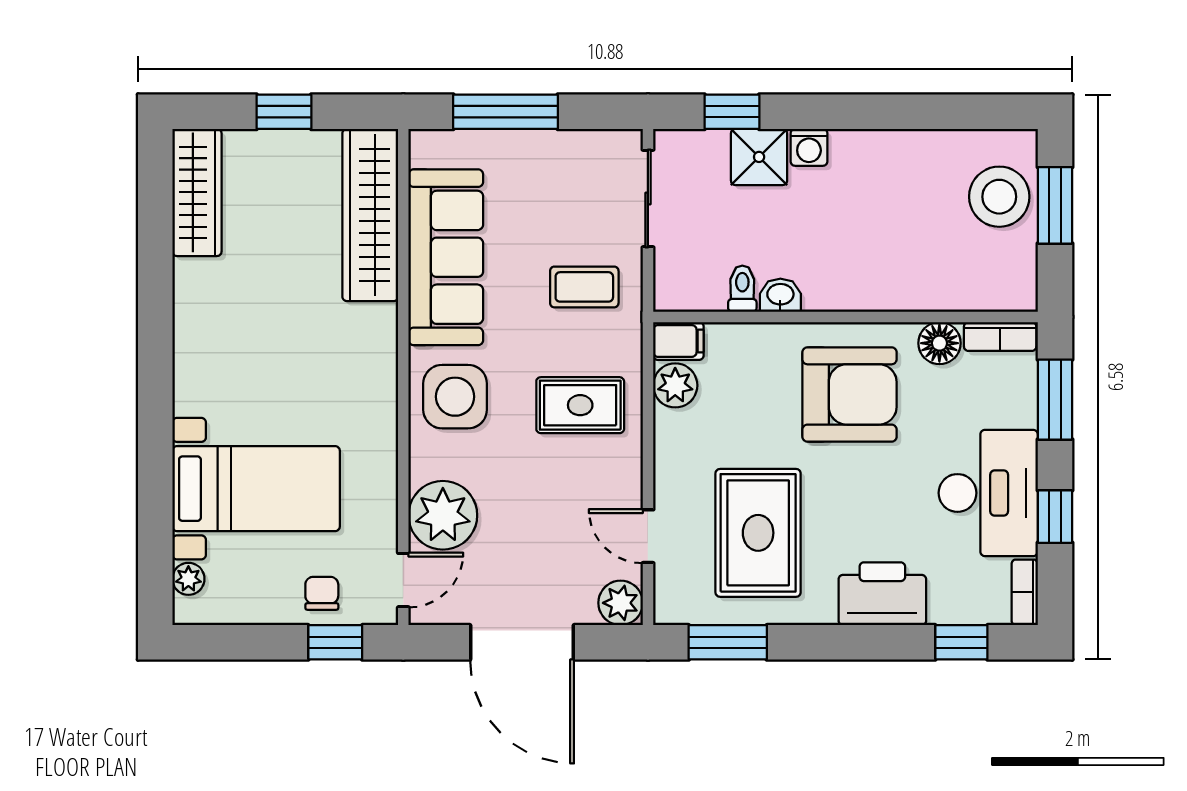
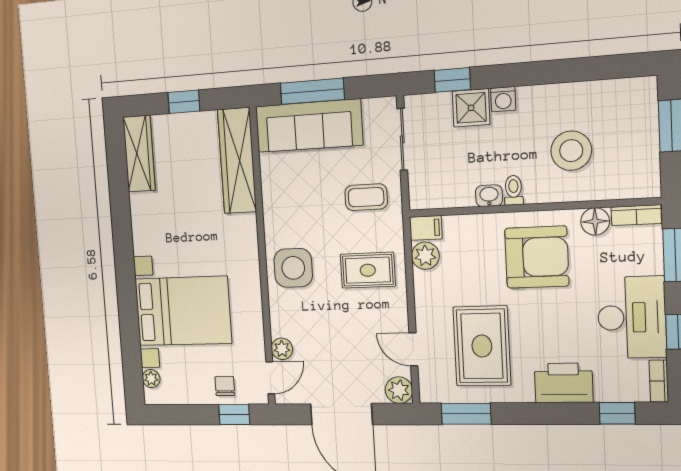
stool: (999, 197) -> (571, 151), moved
sofa: (446, 257) -> (309, 126), moved, turned 90
toilet: (742, 289) -> (514, 190), moved
bed with nightstands: (256, 489) -> (183, 311), width x1.36
plant: (443, 515) -> (282, 349), width x0.53, depth x0.53

